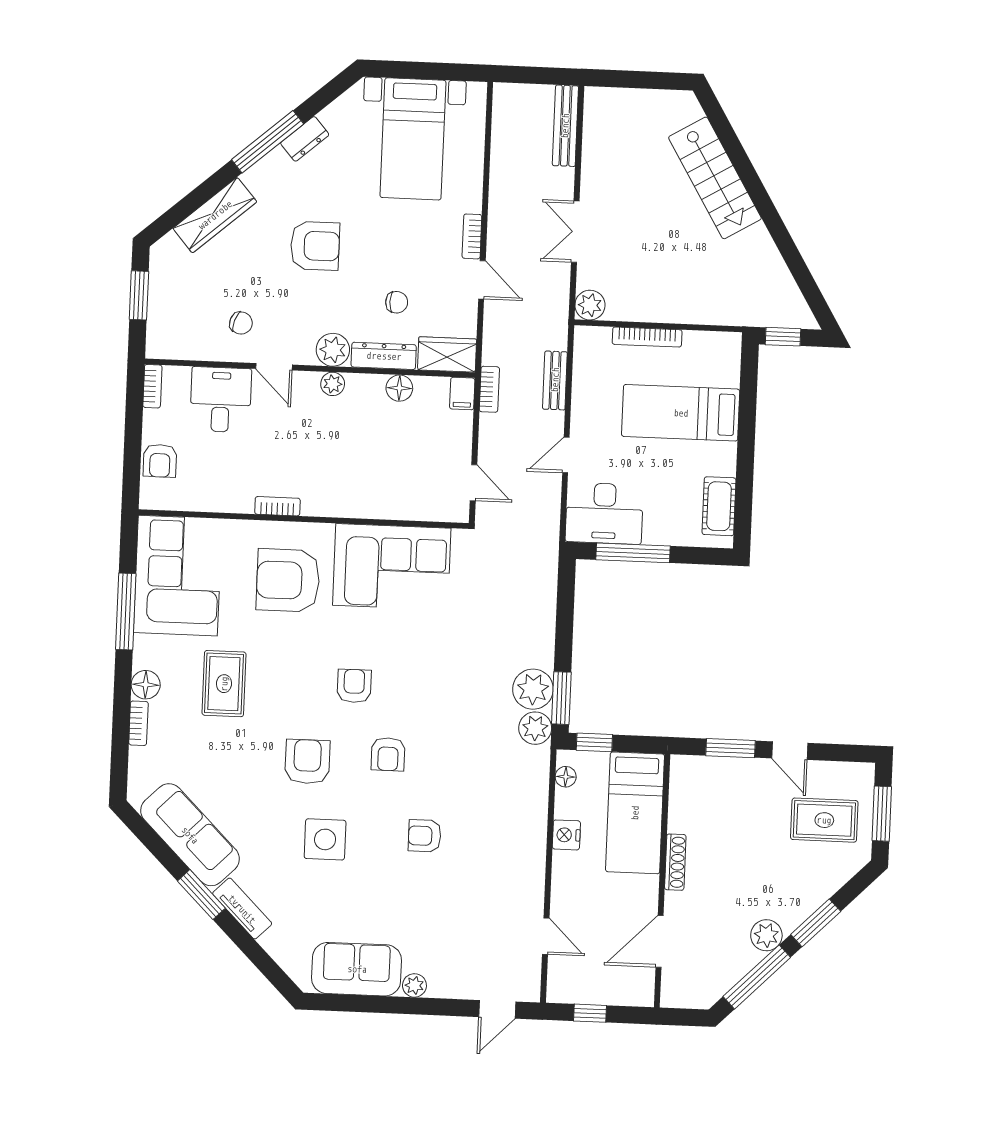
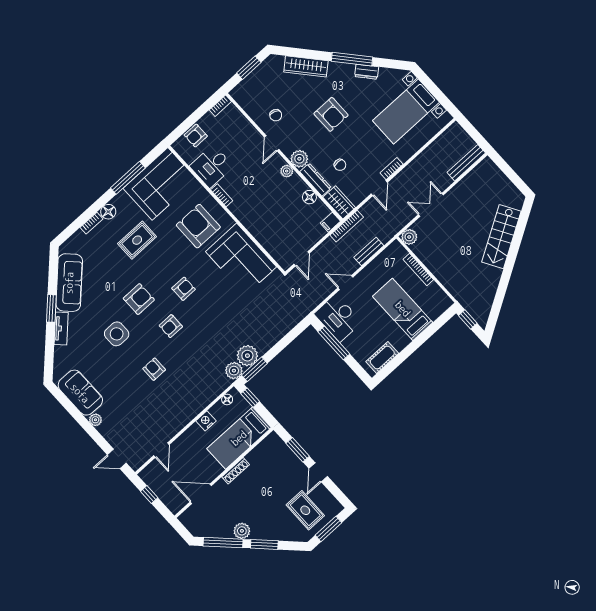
bookcase: (489, 389) -> (347, 226), width x1.56
desk: (221, 400) -> (212, 166), moved, turned 180

